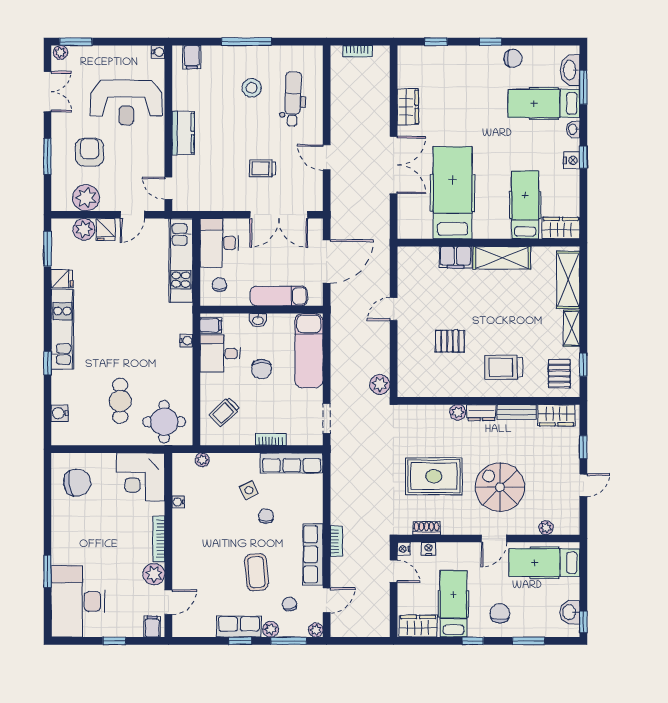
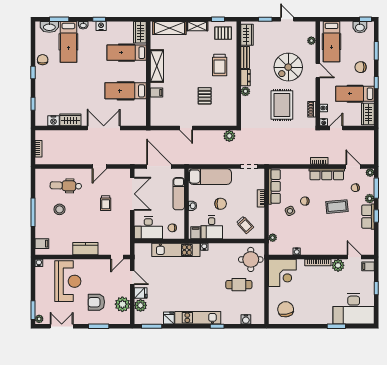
nightstand: (406, 77) -> (53, 121), added
hospital bed: (453, 193) -> (126, 91), width x0.73, depth x0.78
filing cabinet: (455, 257) -> (156, 93), width x0.50
kitchen unit: (181, 260) -> (176, 250), moved

